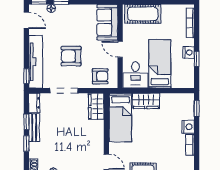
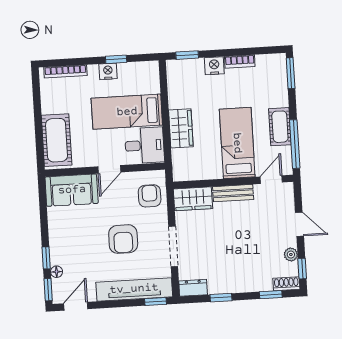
bed: (121, 118) -> (237, 143), moved, turned -90
bench: (34, 128) -> (233, 193), moved
window: (26, 144) -> (271, 295), moved

